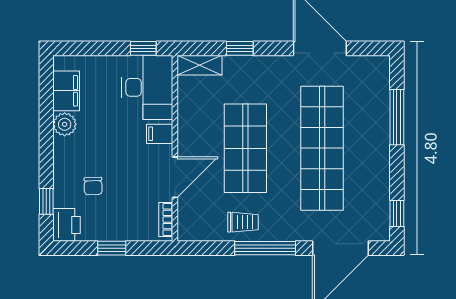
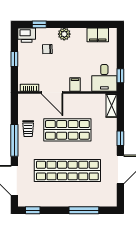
window: (240, 48) -> (120, 138), moved
desk: (147, 87) -> (104, 78), width x0.73
plant: (65, 124) -> (64, 34), moved

